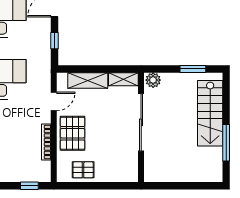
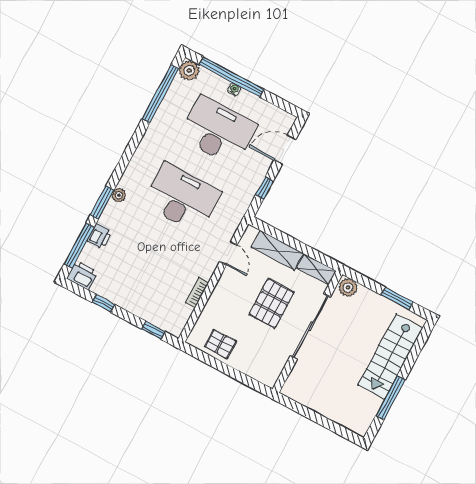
door: (54, 101) -> (228, 253), hinge flipped
pallet: (73, 133) -> (272, 303), moved
bookcase: (46, 142) -> (197, 293), width x0.64

